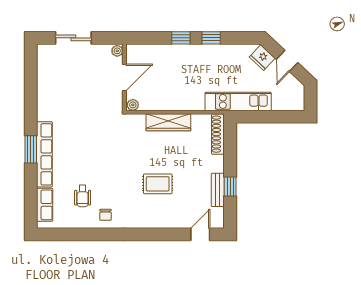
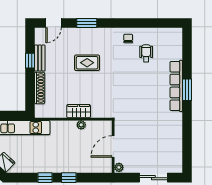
plant: (133, 105) -> (81, 125), moved
wardrobe: (168, 122) -> (79, 111), width x0.67
shoe rack: (218, 134) -> (40, 88), moved
row of seats: (45, 205) -> (176, 46), removed
window: (158, 234) -> (87, 23), added

